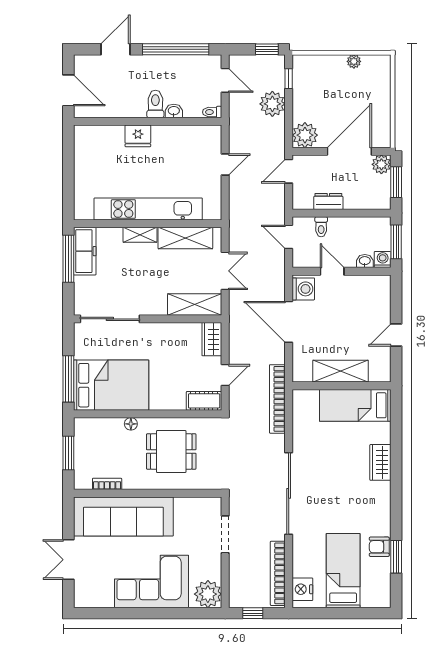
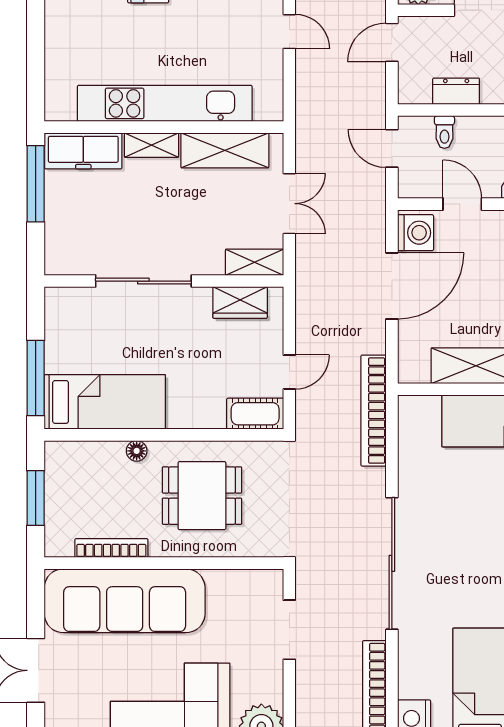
door: (225, 165) -> (289, 32), hinge flipped
freezer: (85, 251) -> (83, 151), moved, turned 90
shelving: (195, 304) -> (255, 262), width x0.67, depth x0.75
sliding door: (110, 319) -> (143, 281), moved
door: (289, 322) -> (392, 286), swing flipped
wardrobe: (212, 339) -> (240, 302), moved, turned -90
bed: (111, 385) -> (105, 402), width x0.67
bookcase: (107, 484) -> (111, 548), width x1.56

